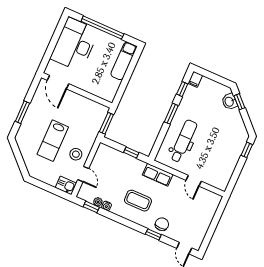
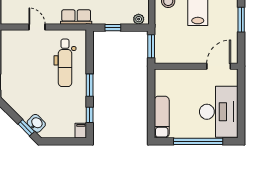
door: (58, 82) -> (219, 66), hinge flipped
plant: (107, 150) -> (139, 19), added

